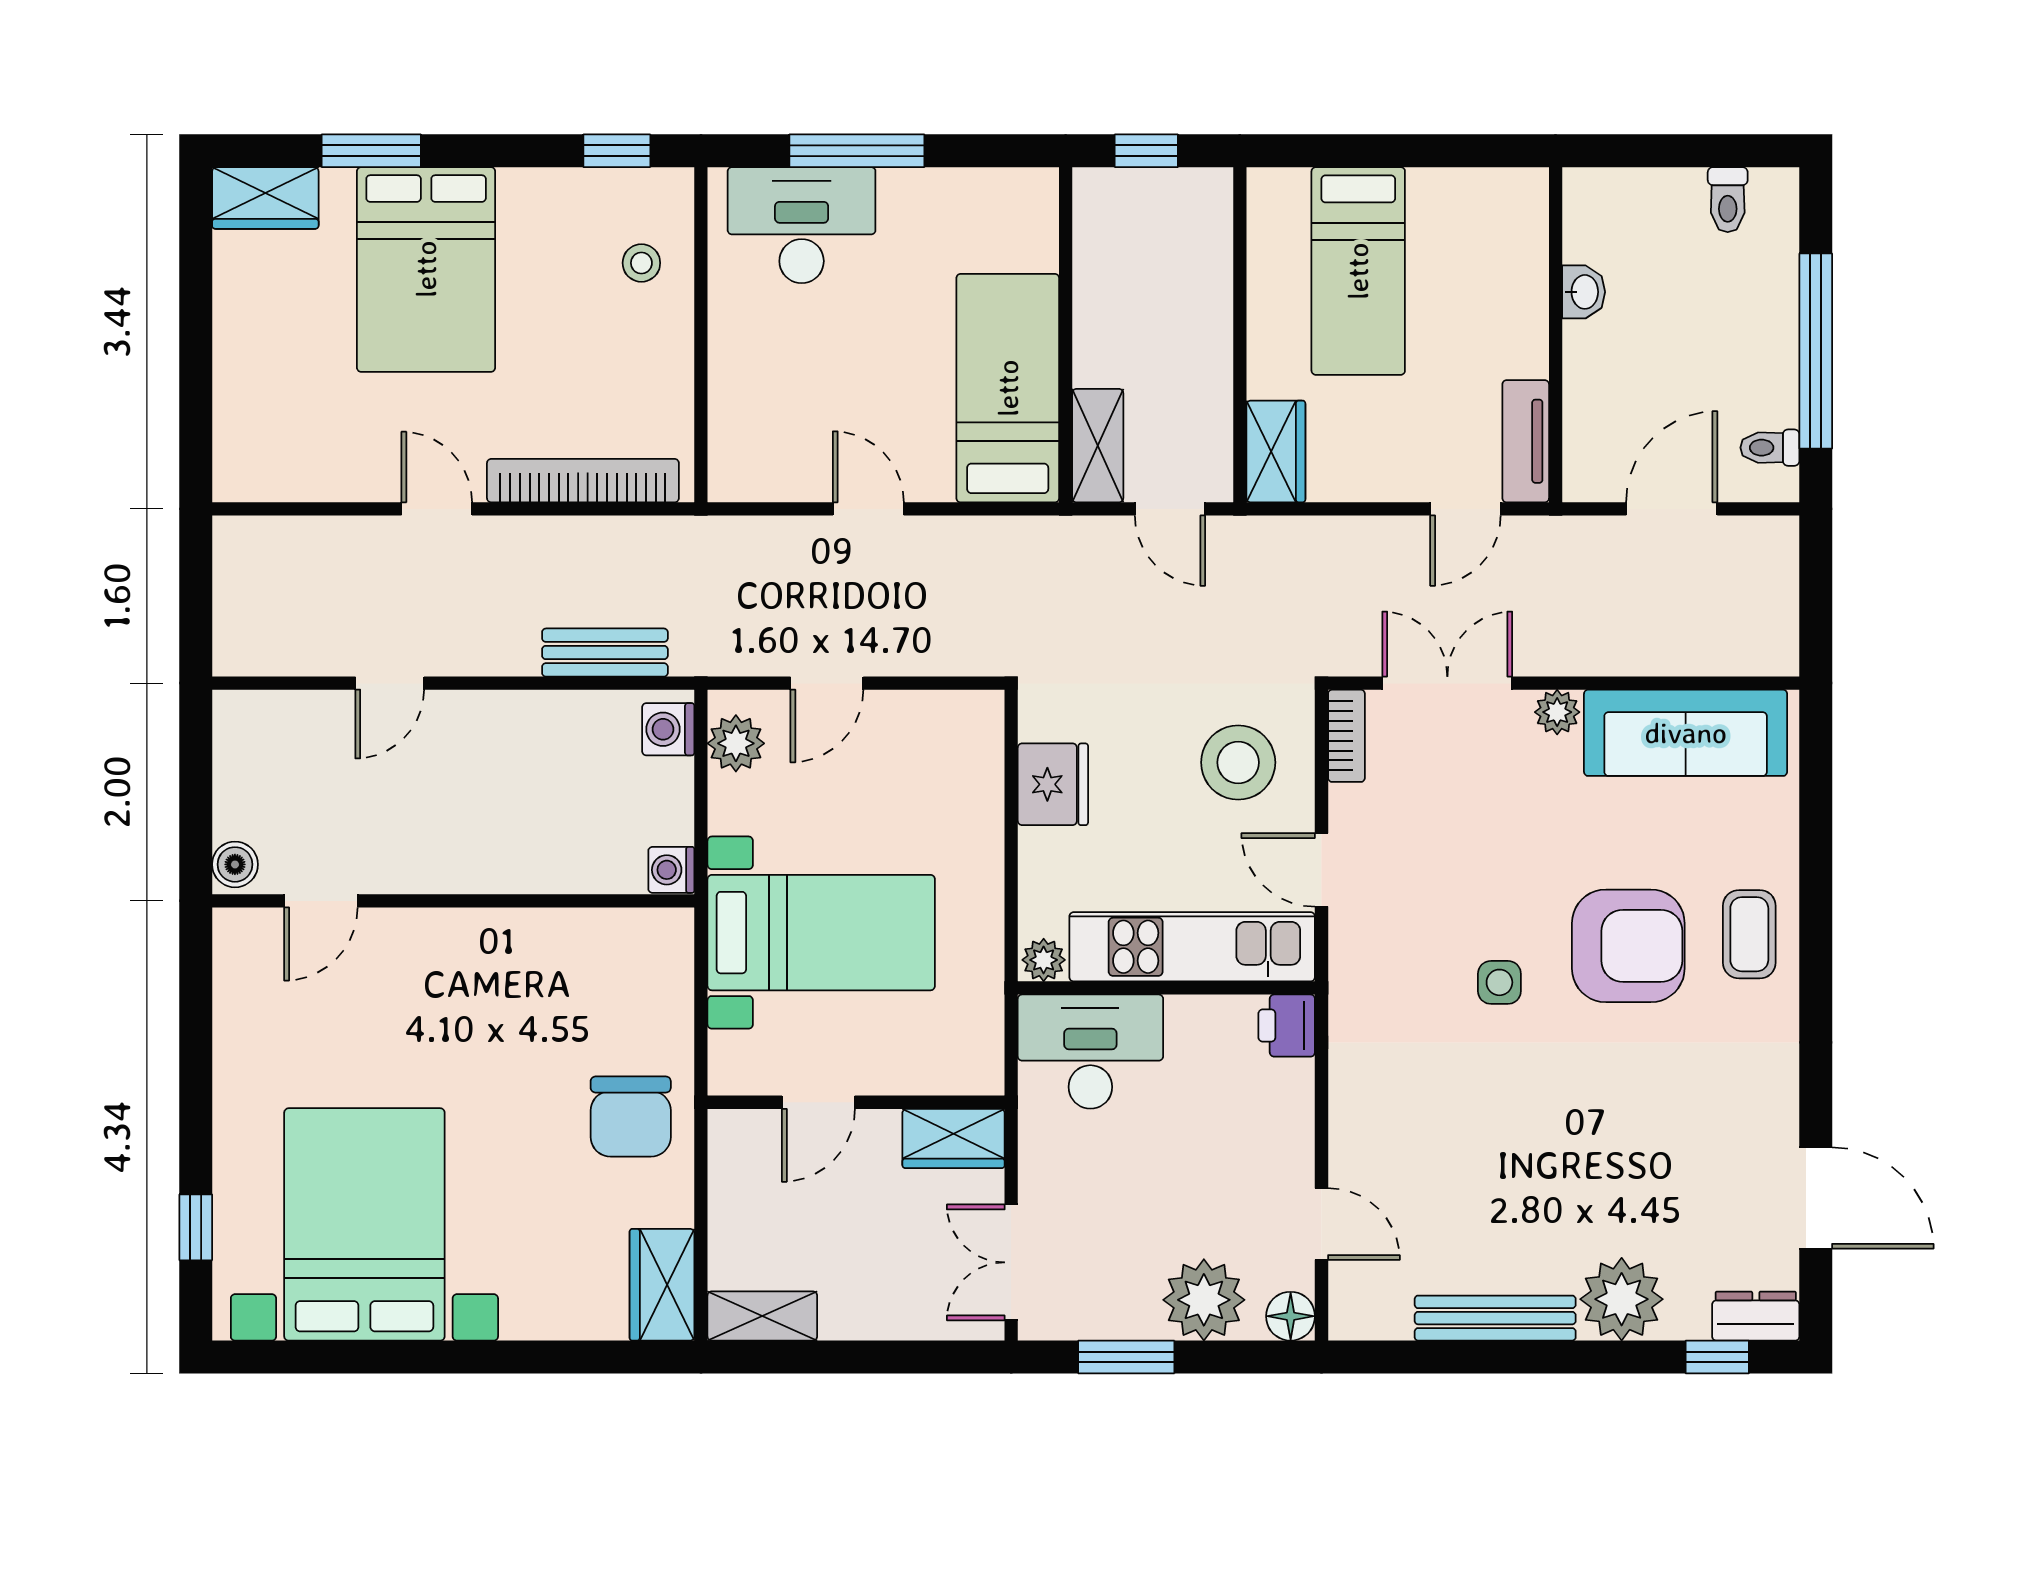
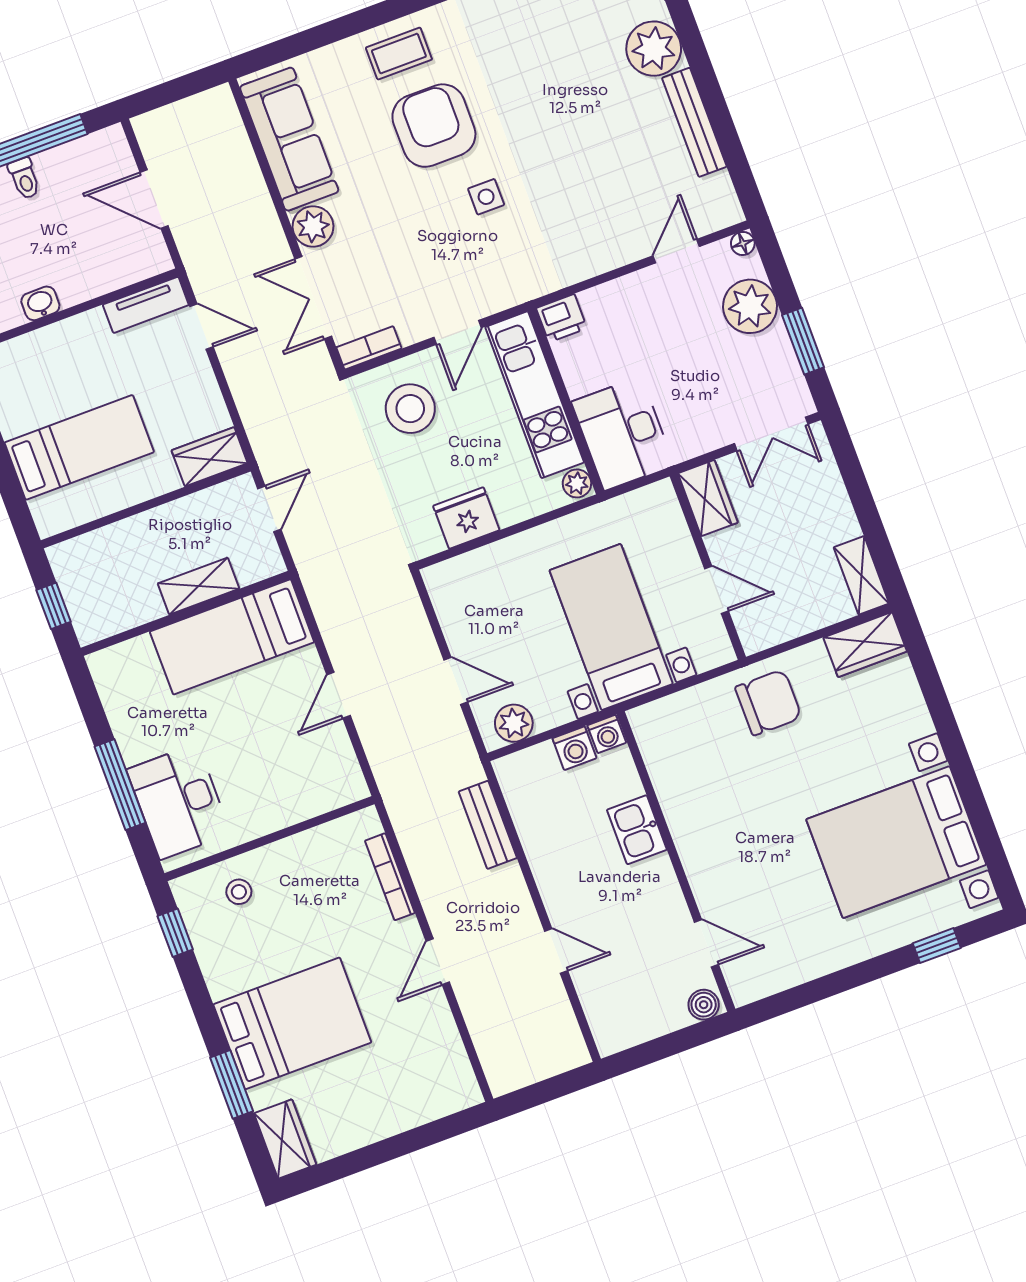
shelving: (1098, 446) -> (198, 586), moved
toilet: (1770, 448) -> (24, 178), moved
bookcase: (583, 481) -> (390, 877), width x0.68, depth x0.76
plant: (1557, 712) -> (313, 226), width x1.38, depth x1.38
washing machine: (668, 729) -> (574, 748), moved
kitchen sink: (519, 862) -> (637, 830), added
floor lamp: (1291, 1316) -> (743, 243), width x0.73, depth x0.73

